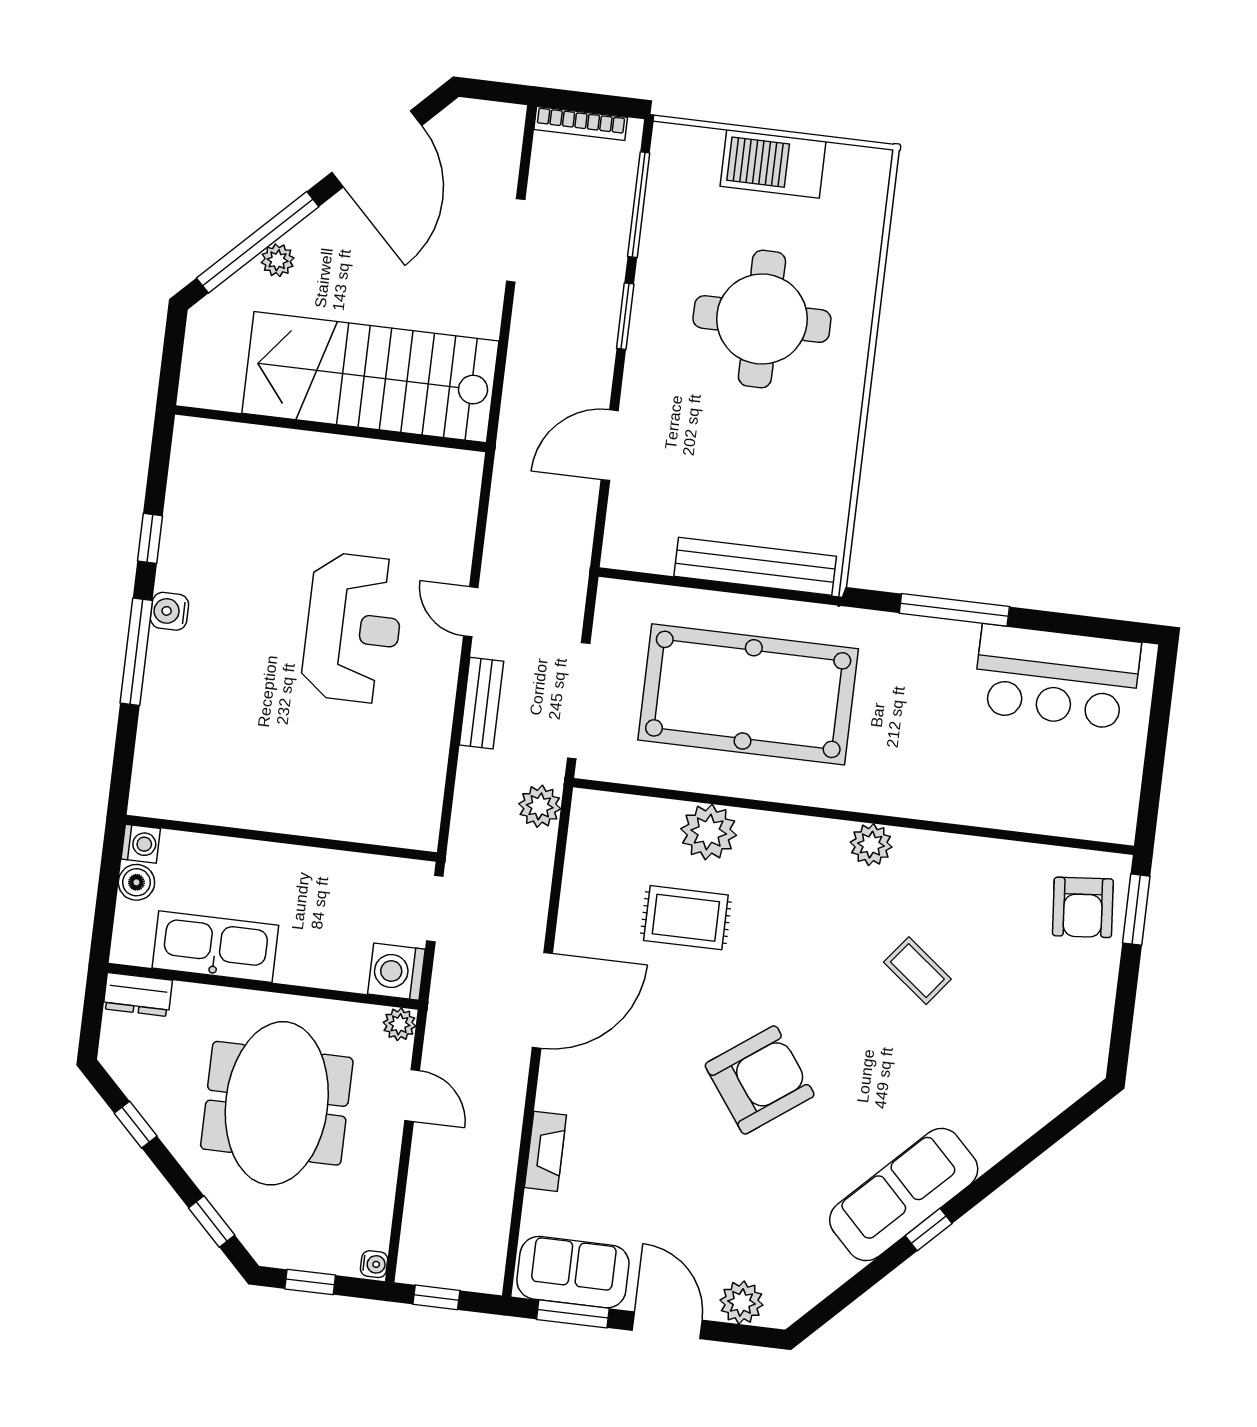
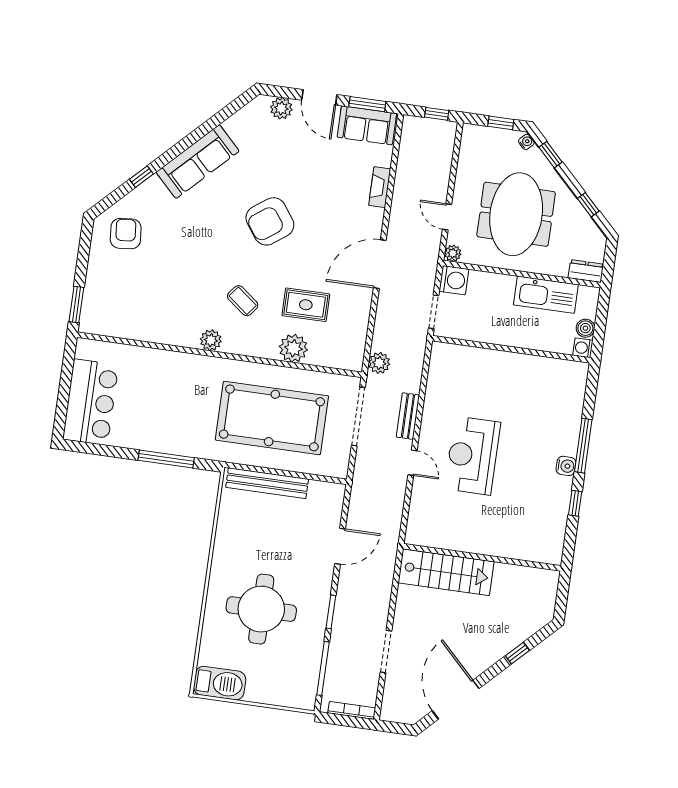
barbecue: (773, 164) -> (220, 683), moved
window: (258, 242) -> (517, 653), width x0.32
plant: (278, 260) -> (507, 644), removed
stairs: (370, 377) -> (446, 572), width x0.73, depth x0.66
bar counter: (1057, 677) -> (91, 402), moved, turned 90
armchair: (1083, 907) -> (126, 234), moved
coffee table: (917, 971) -> (243, 301), moved
window: (929, 1230) -> (141, 177), moved
water cooler: (374, 1264) -> (526, 142), moved, turned 135

